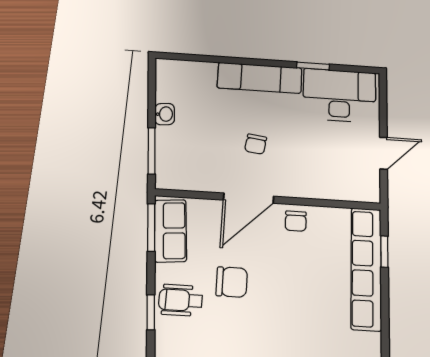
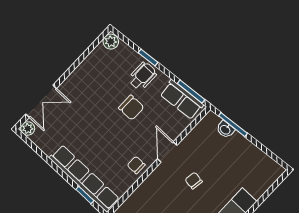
washbasin: (165, 114) -> (225, 129), moved
door: (249, 198) -> (167, 152), width x0.73
chair: (232, 282) -> (131, 108), turned -90

